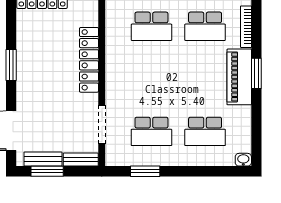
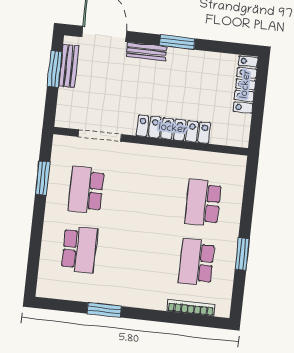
window: (256, 73) -> (104, 310), moved
piano: (239, 77) -> (136, 294), removed
school desk: (205, 131) -> (80, 249), turned 180
bench: (81, 160) -> (146, 52), moved, turned 90
washbasin: (243, 160) -> (43, 289), removed

